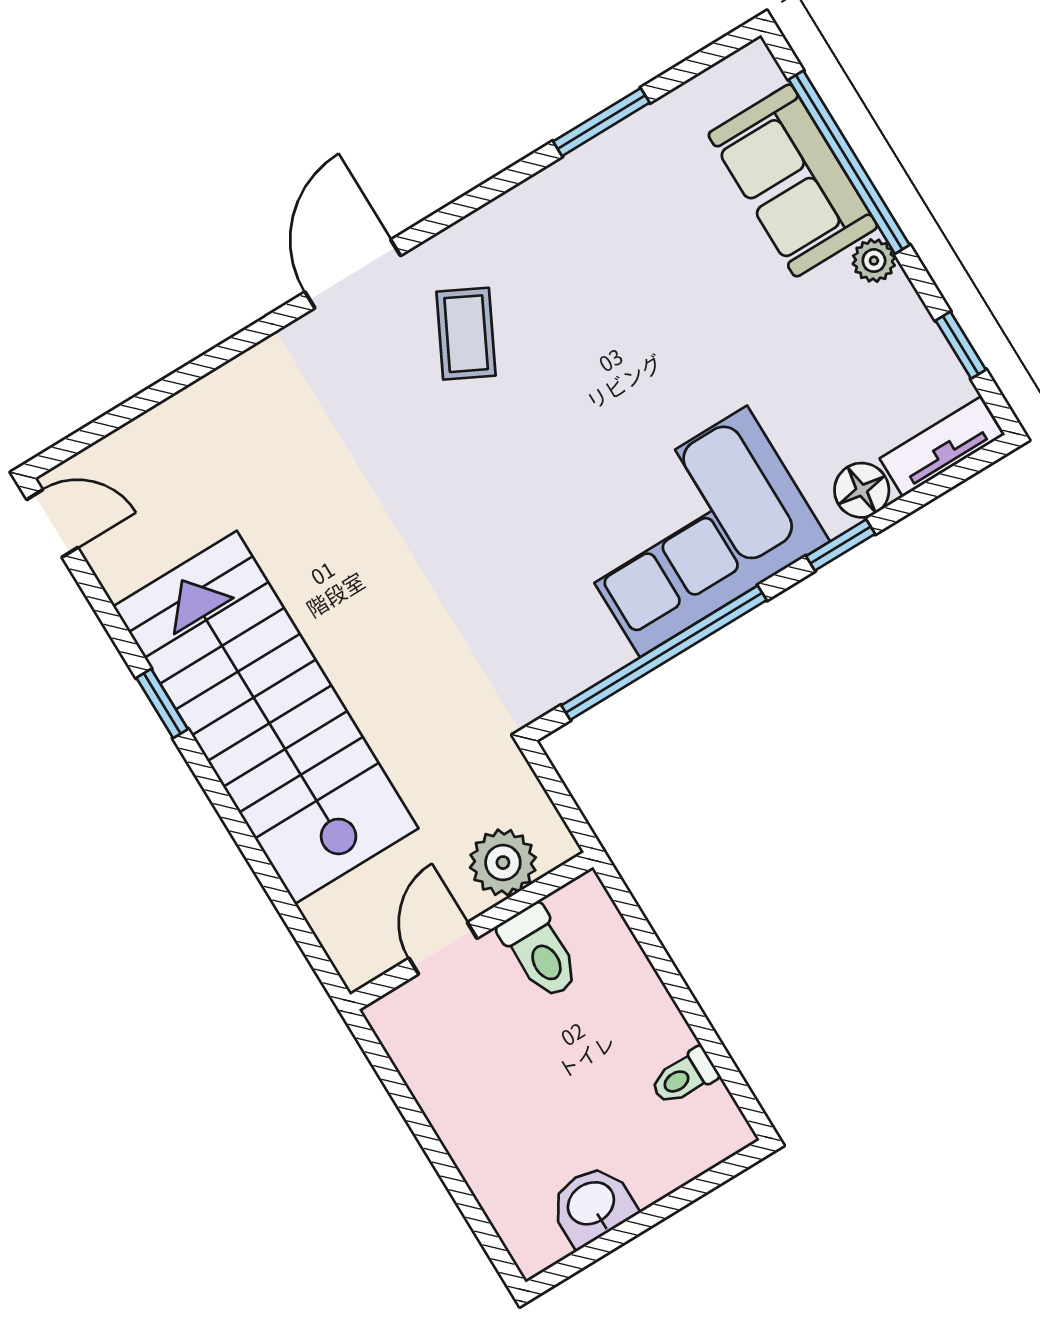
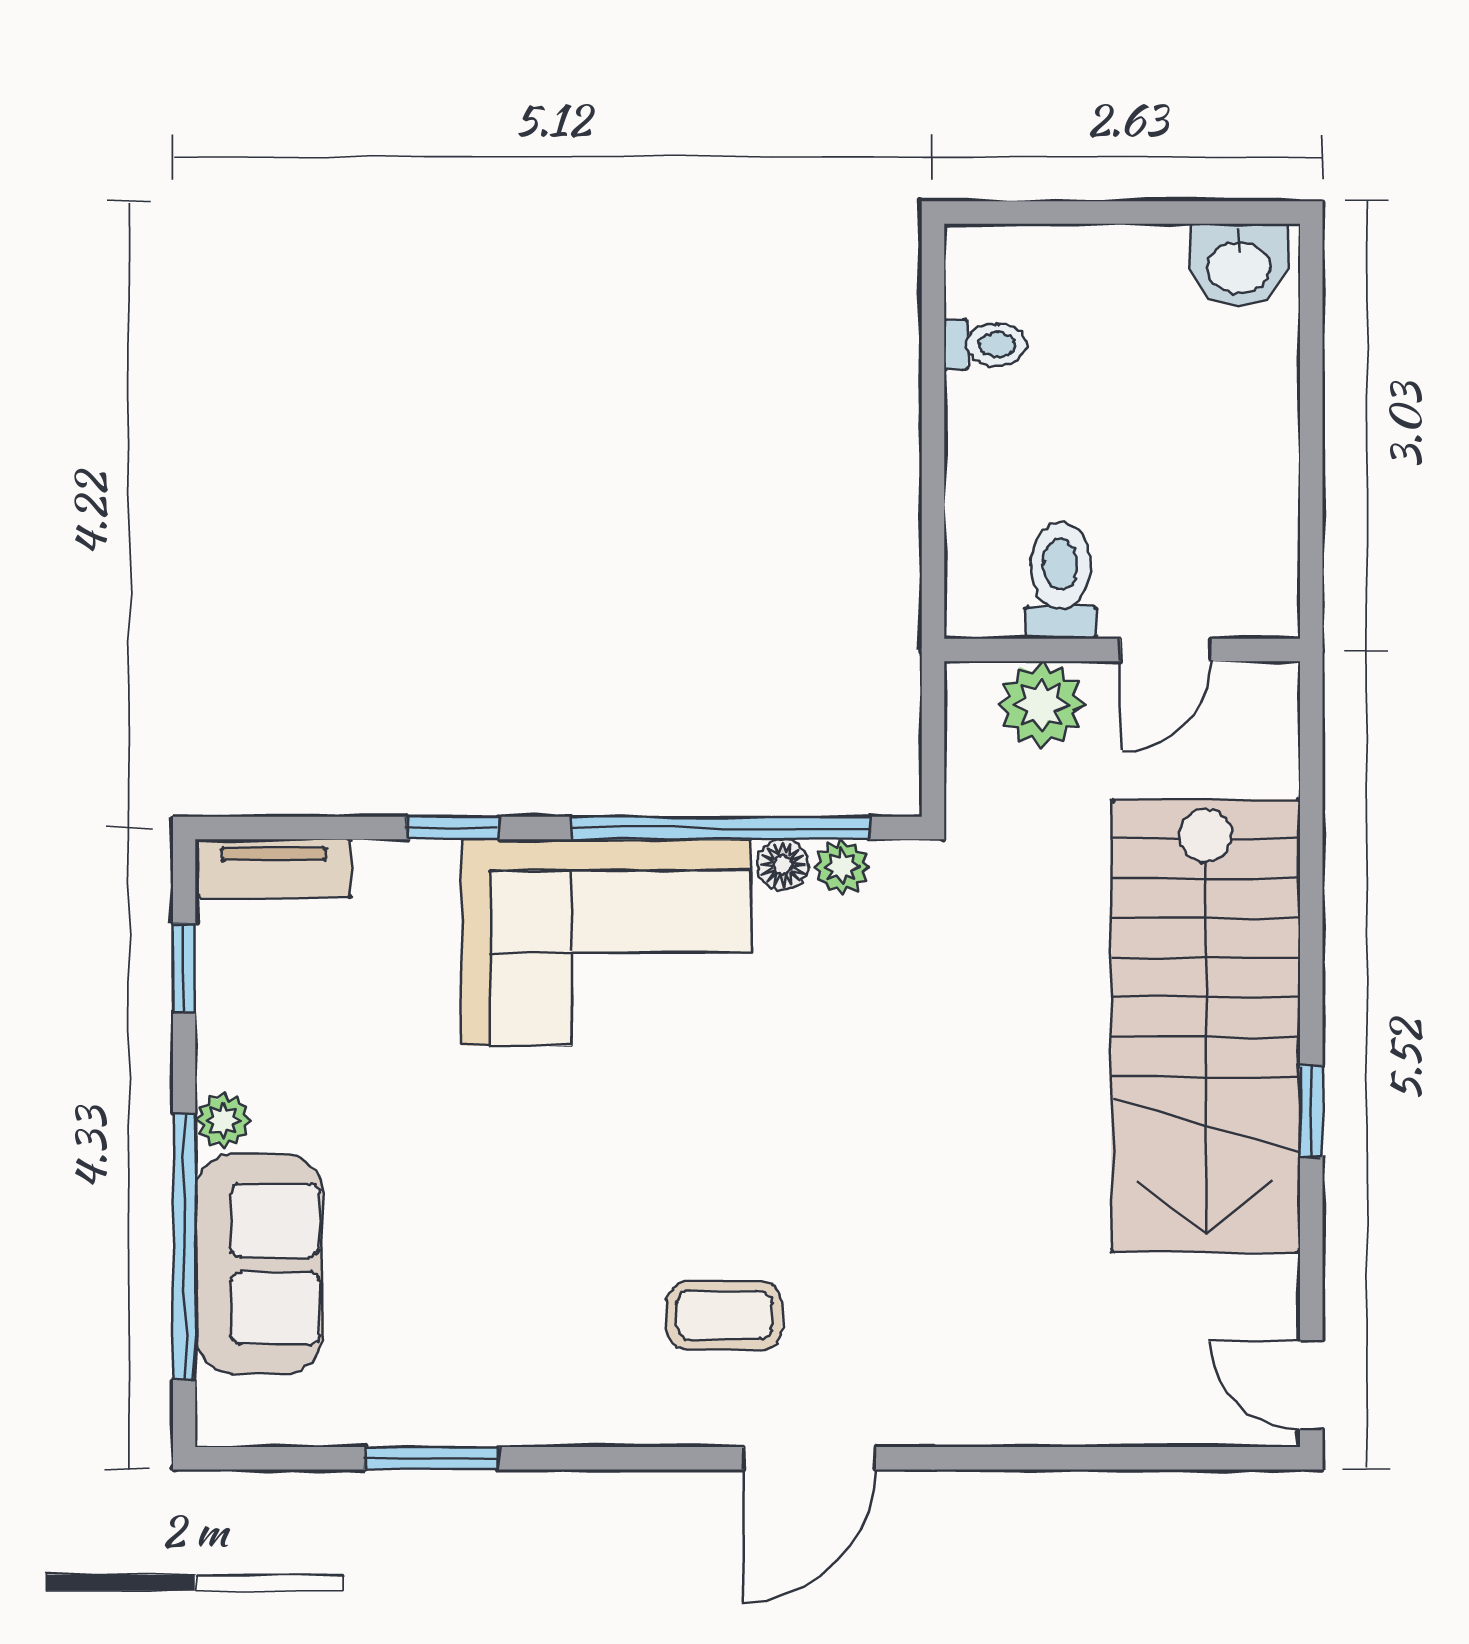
coffee table: (466, 334) -> (724, 1315), turned 63
floor lamp: (862, 490) -> (783, 865), moved, width x0.73, depth x0.73
plant: (569, 676) -> (842, 867), added
washbasin: (592, 1205) -> (1239, 265), moved

